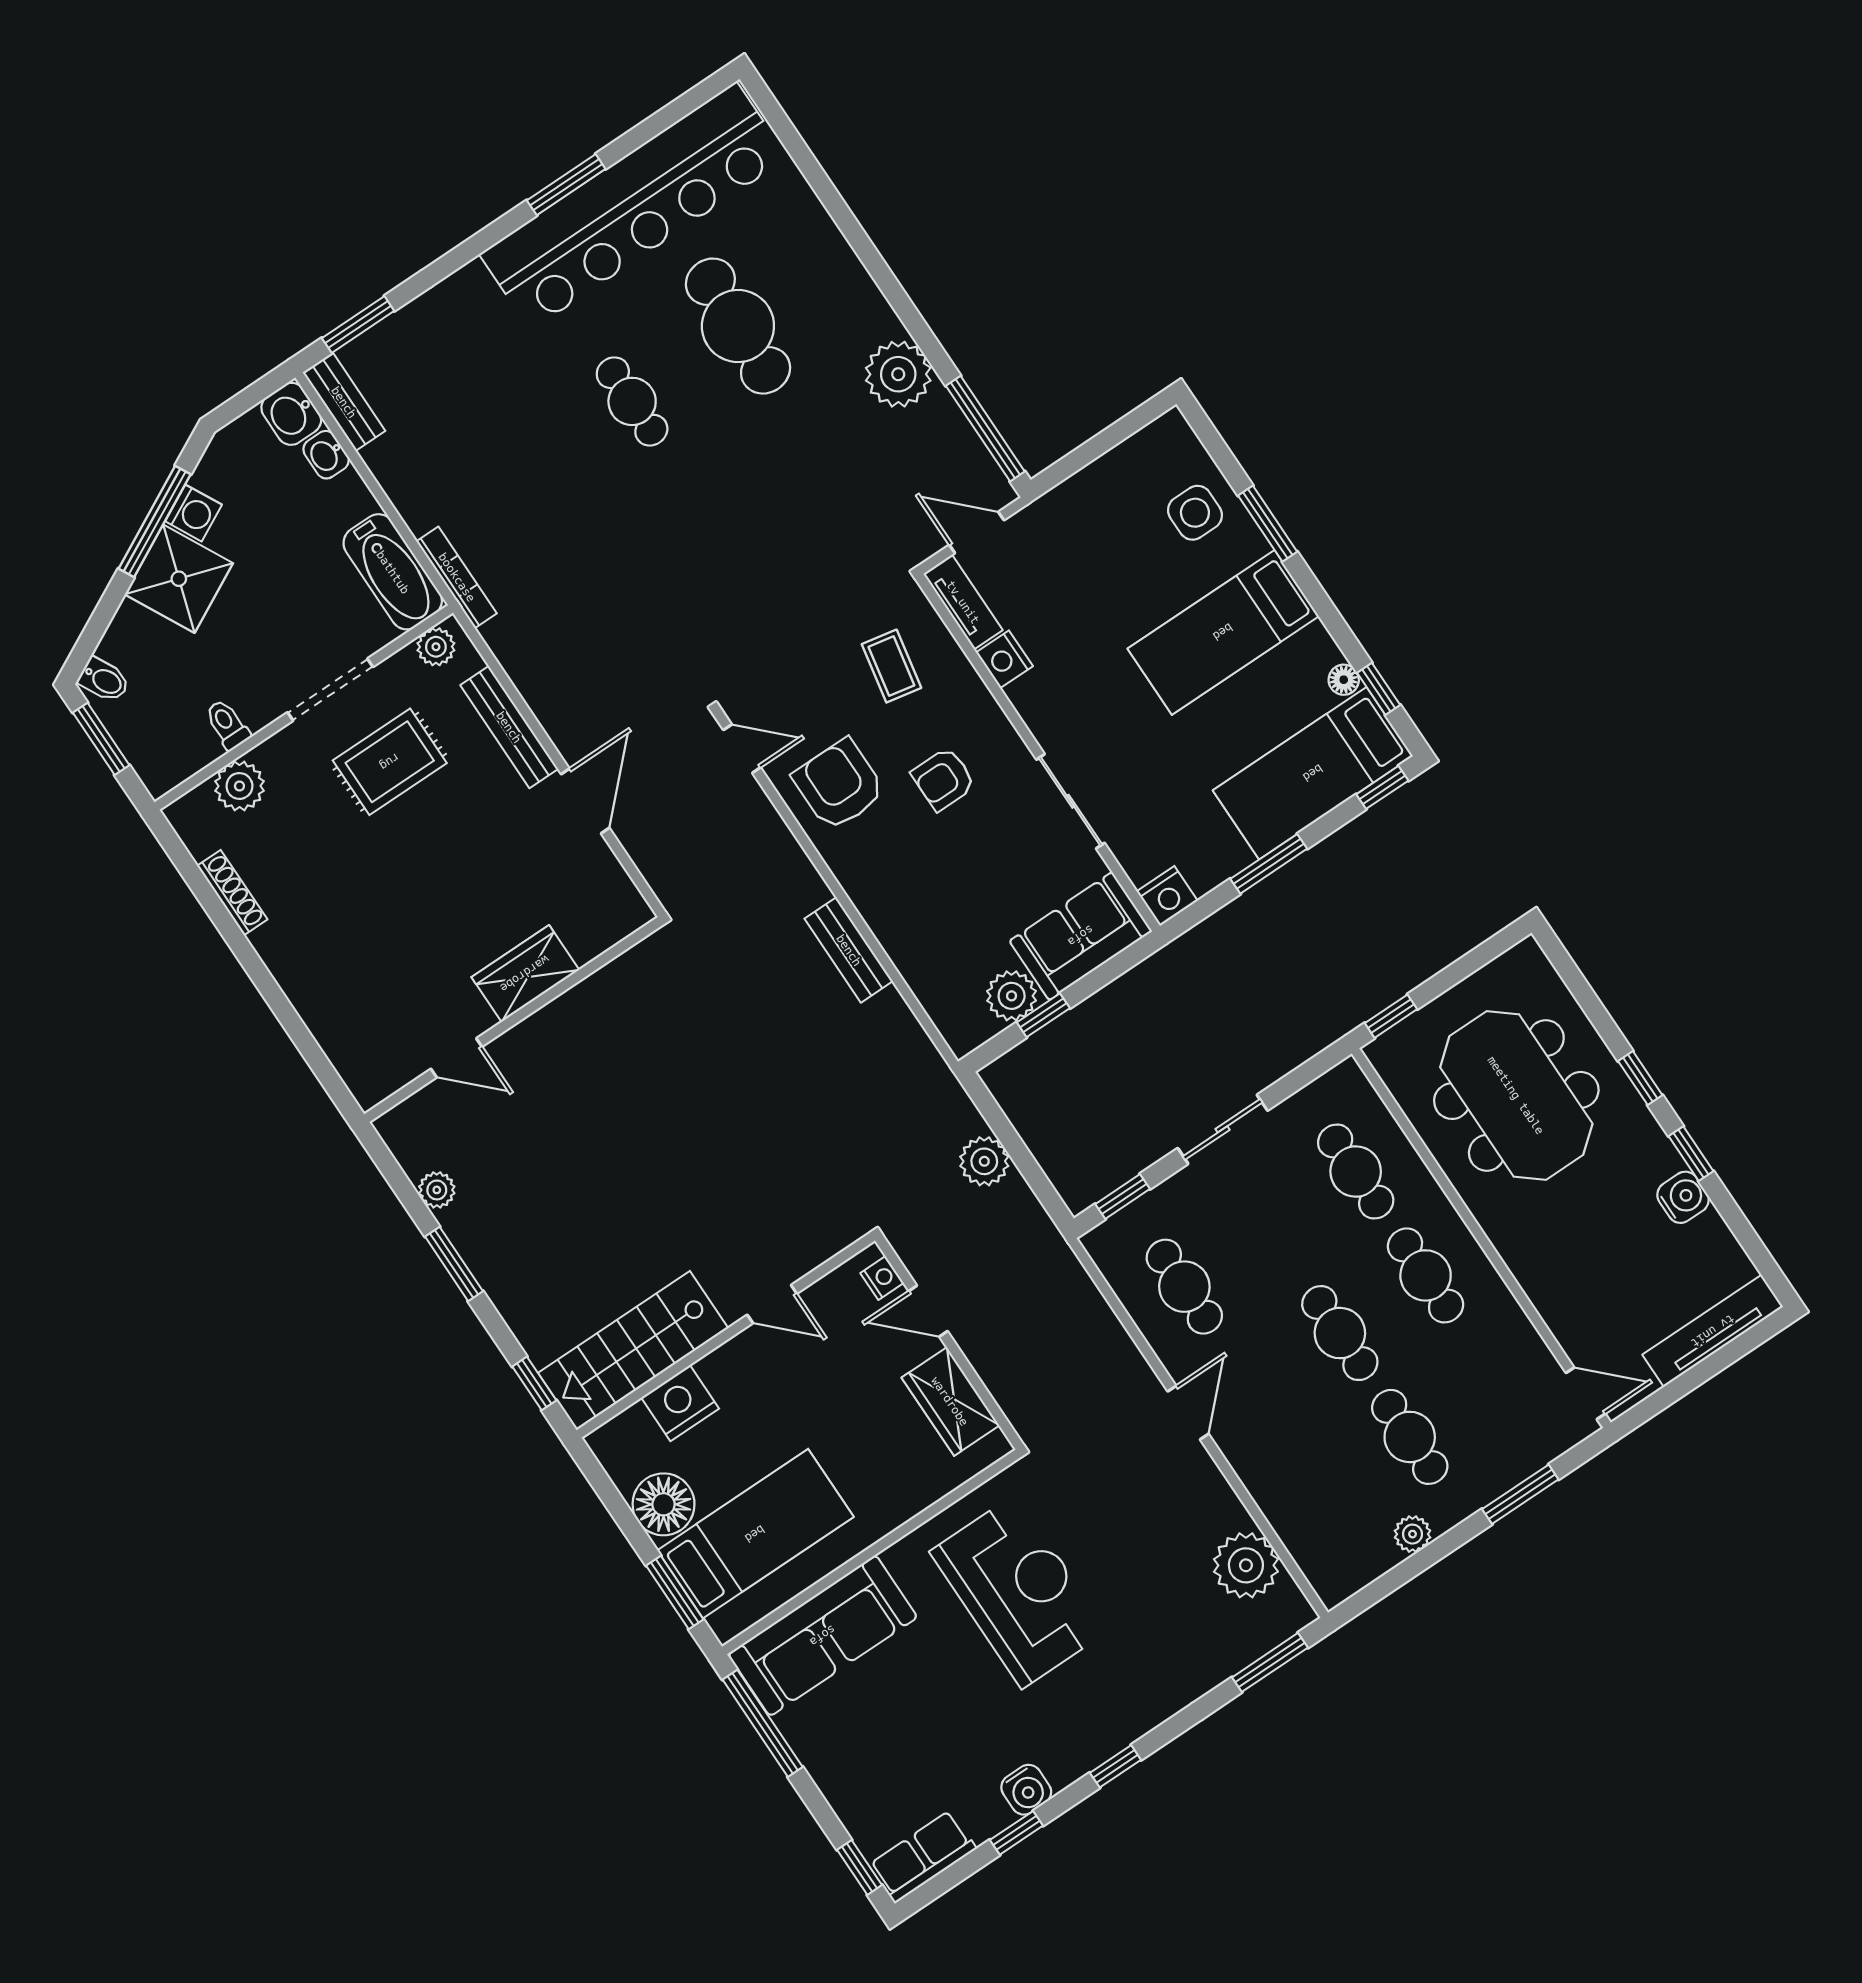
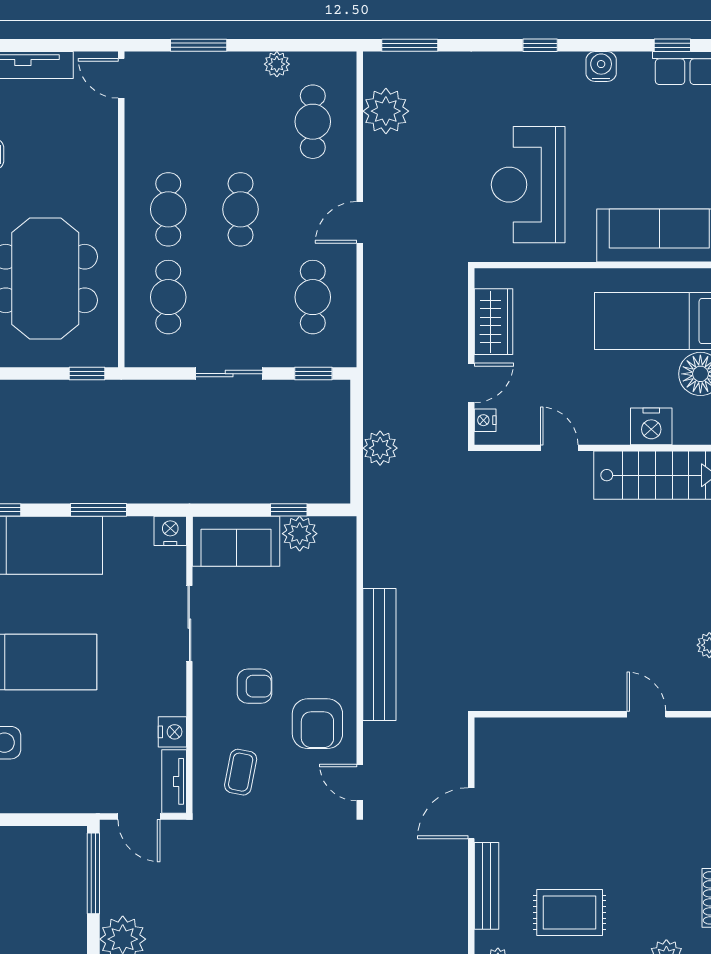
bench: (849, 950) -> (379, 654), width x1.86, depth x1.21
wardrobe: (525, 974) -> (573, 736), removed
door: (928, 1311) -> (471, 383), hinge flipped
cafe table: (1410, 1437) -> (313, 122), moved
window: (1016, 1833) -> (672, 45), moved

